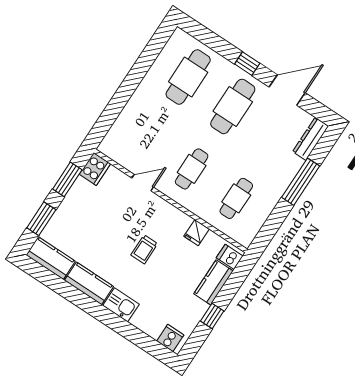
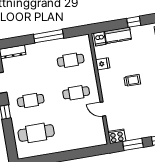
cafe table: (233, 106) -> (31, 100), width x0.73, depth x0.74
window: (301, 182) -> (49, 36), moved

